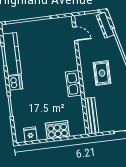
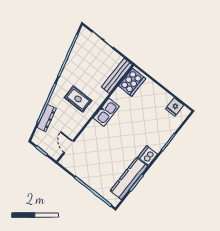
dresser: (105, 25) -> (47, 118), moved
rug: (102, 73) -> (78, 99), turned 90
cooker: (57, 130) -> (132, 82), moved, turned -90

